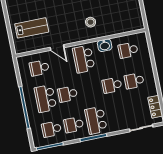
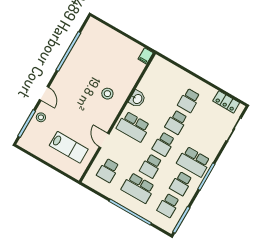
filing cabinet: (138, 25) -> (146, 56), added
lab bench: (32, 28) -> (69, 147), turned 90
door: (57, 48) -> (104, 140), swing flipped
school desk: (128, 50) -> (164, 144), moved

